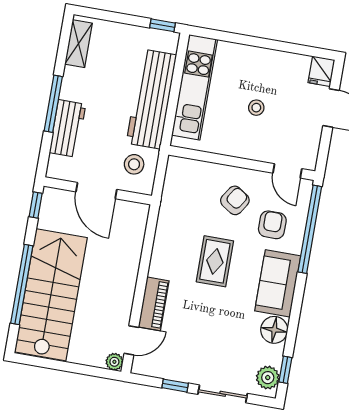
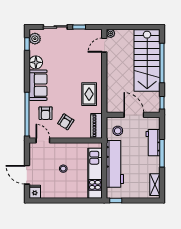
rug: (215, 261) -> (89, 94), moved
piano: (154, 304) -> (96, 126), moved

